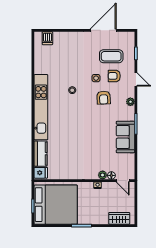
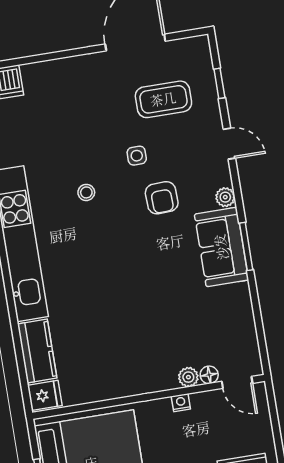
armchair: (114, 76) -> (178, 144), removed
sofa: (125, 137) -> (221, 247), moved

